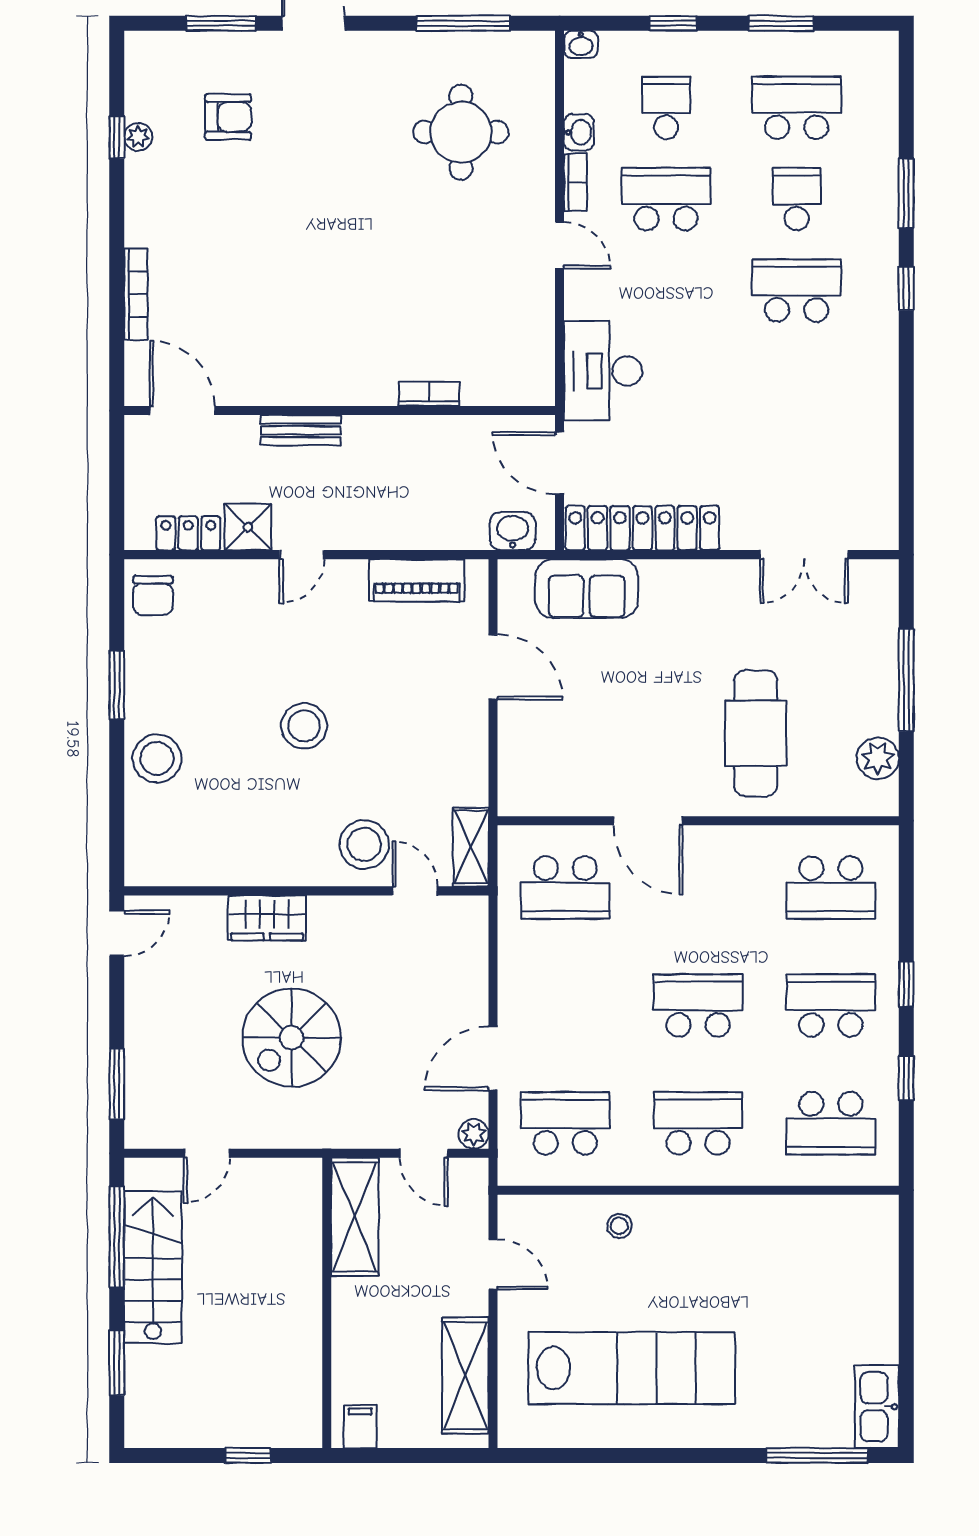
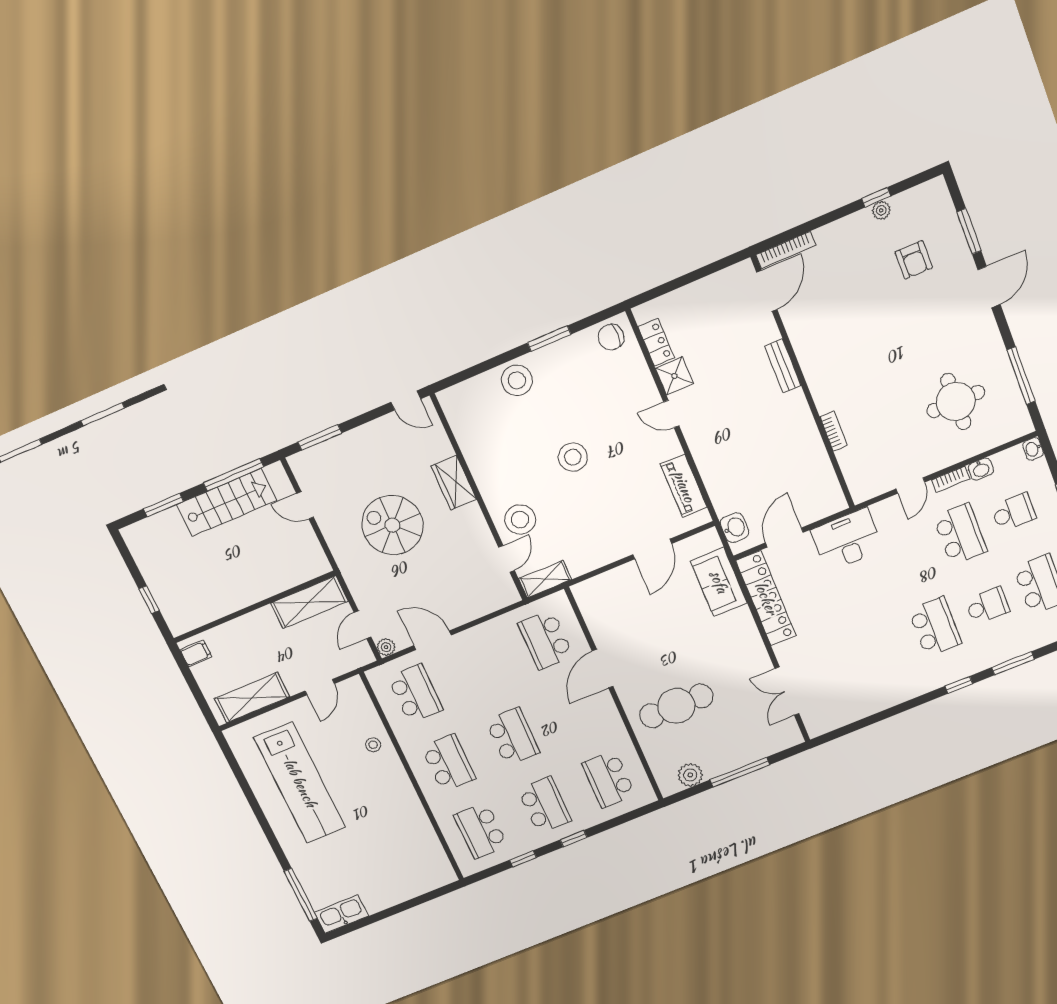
bookcase: (429, 394) -> (834, 431), moved
door: (183, 411) -> (767, 291), moved
wall: (340, 411) -> (803, 384), moved
bench: (301, 430) -> (783, 366), moved

